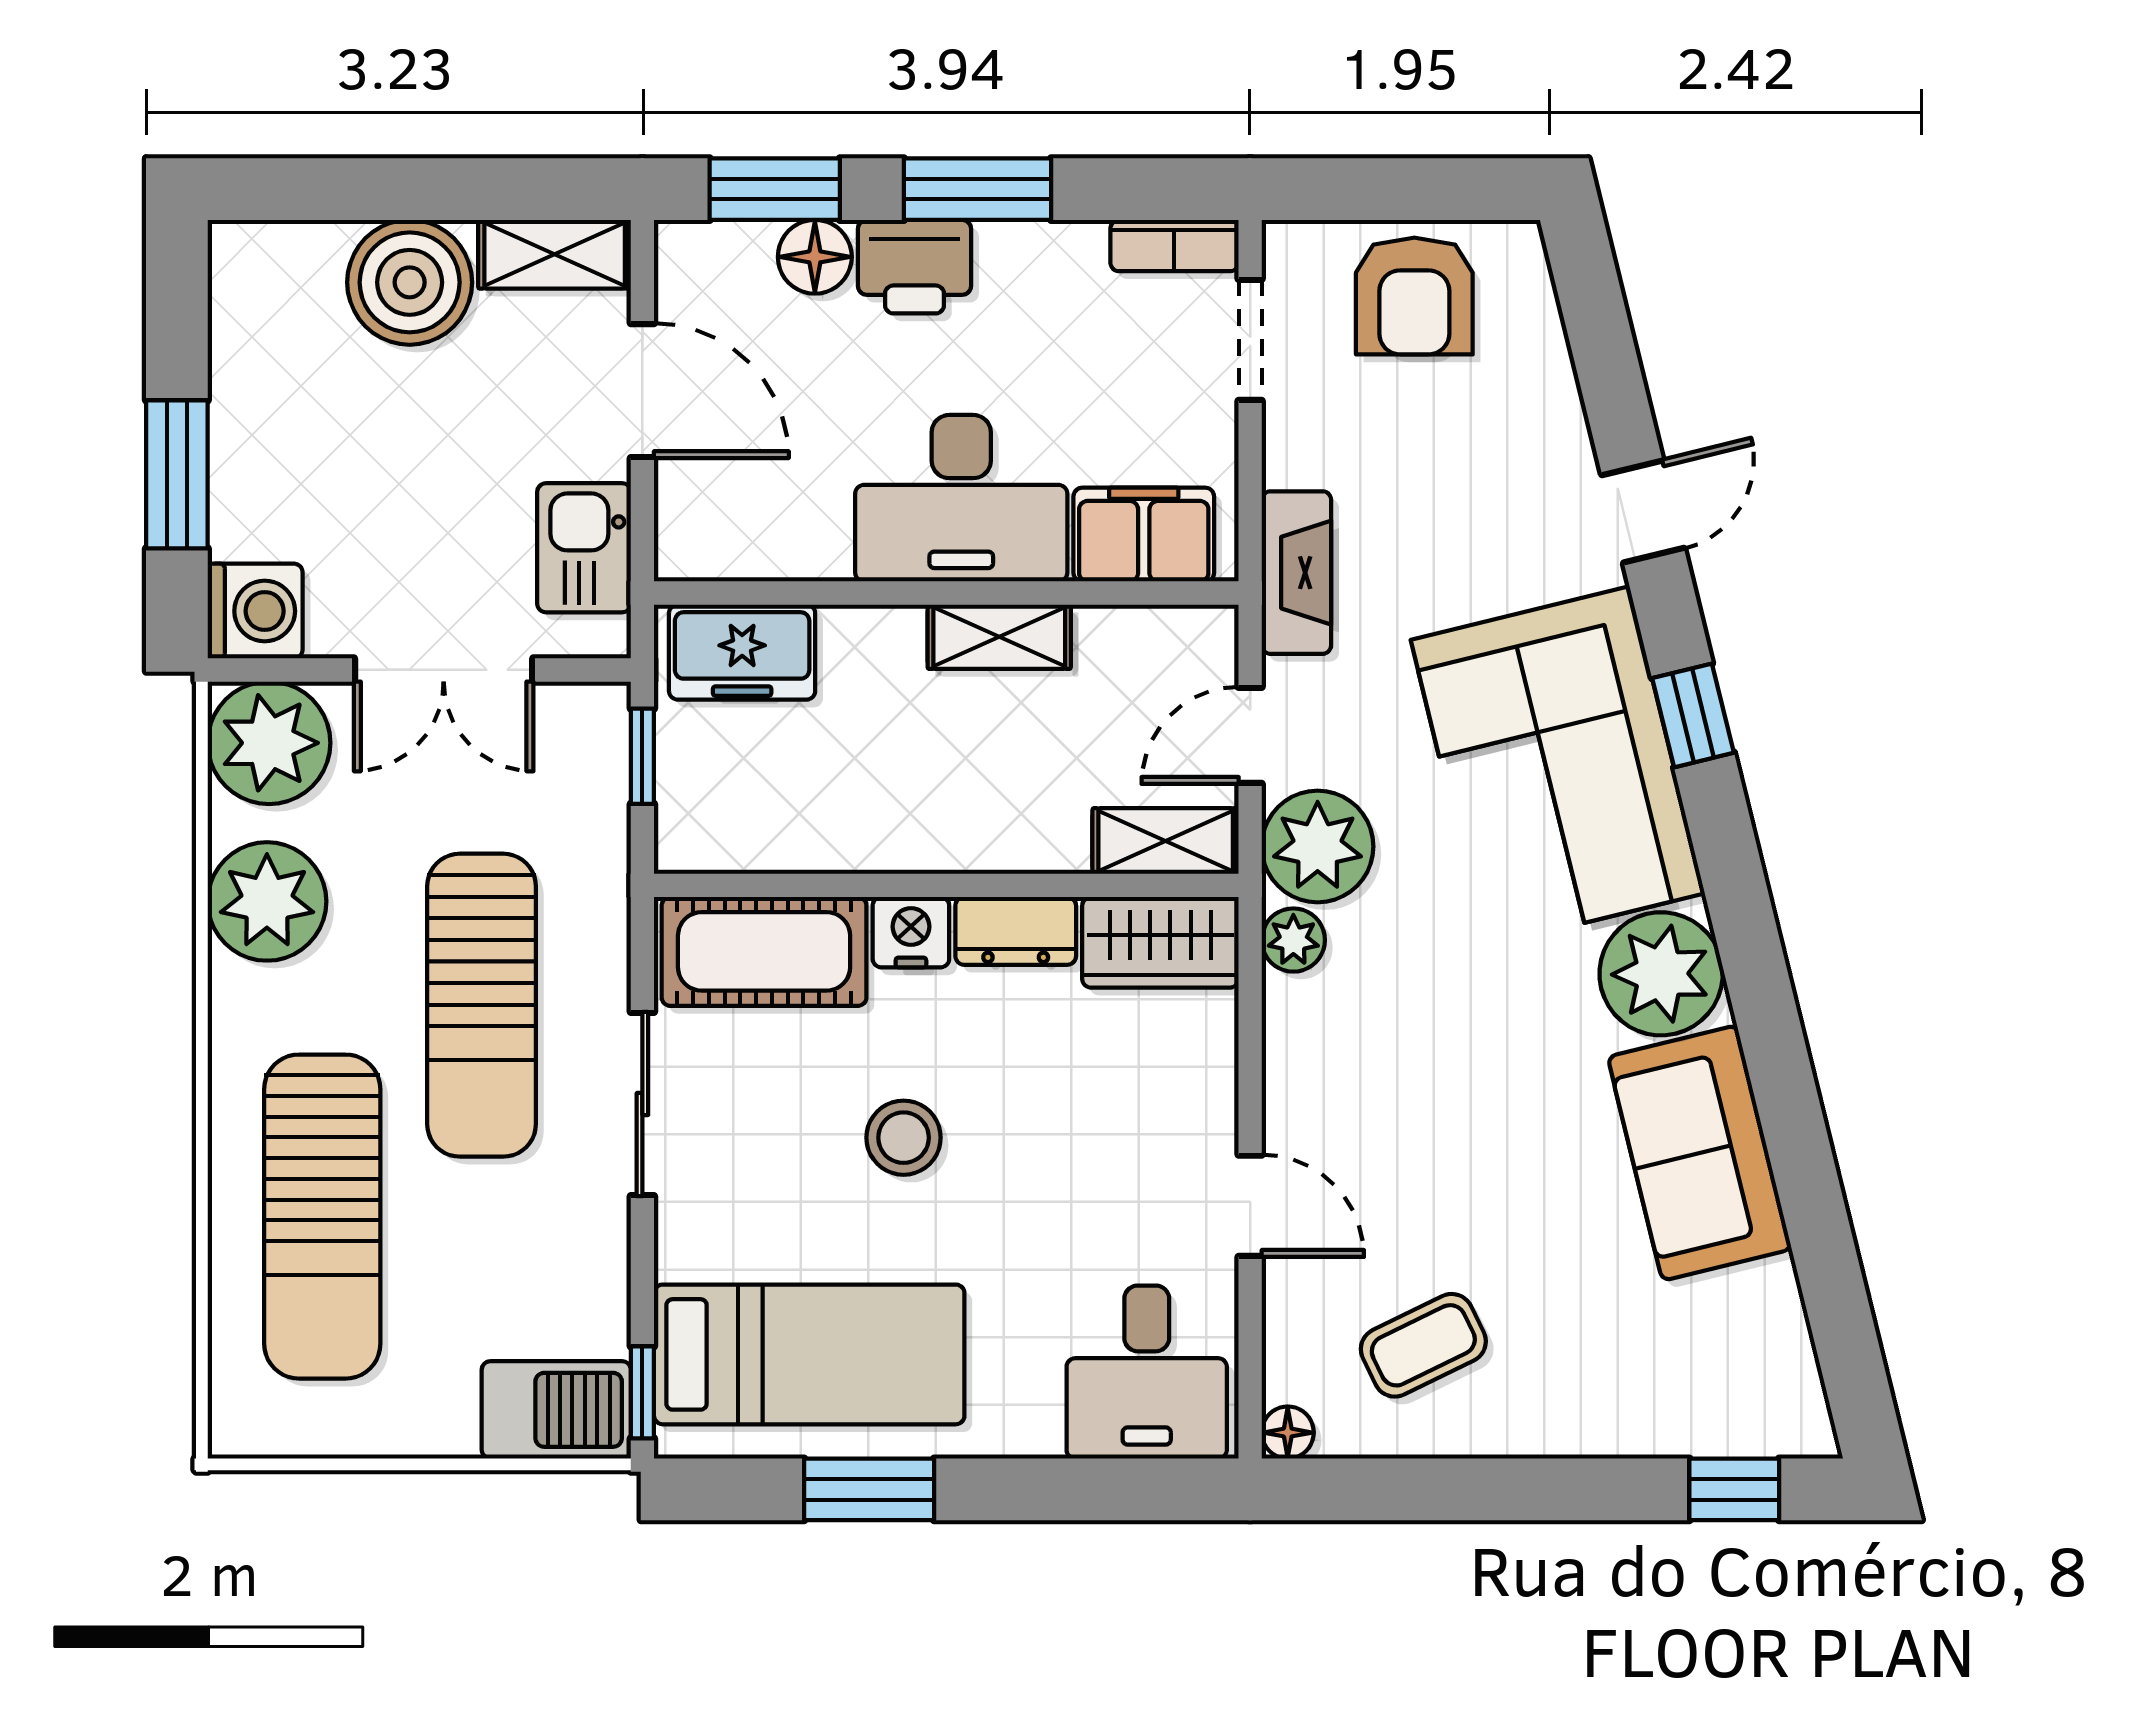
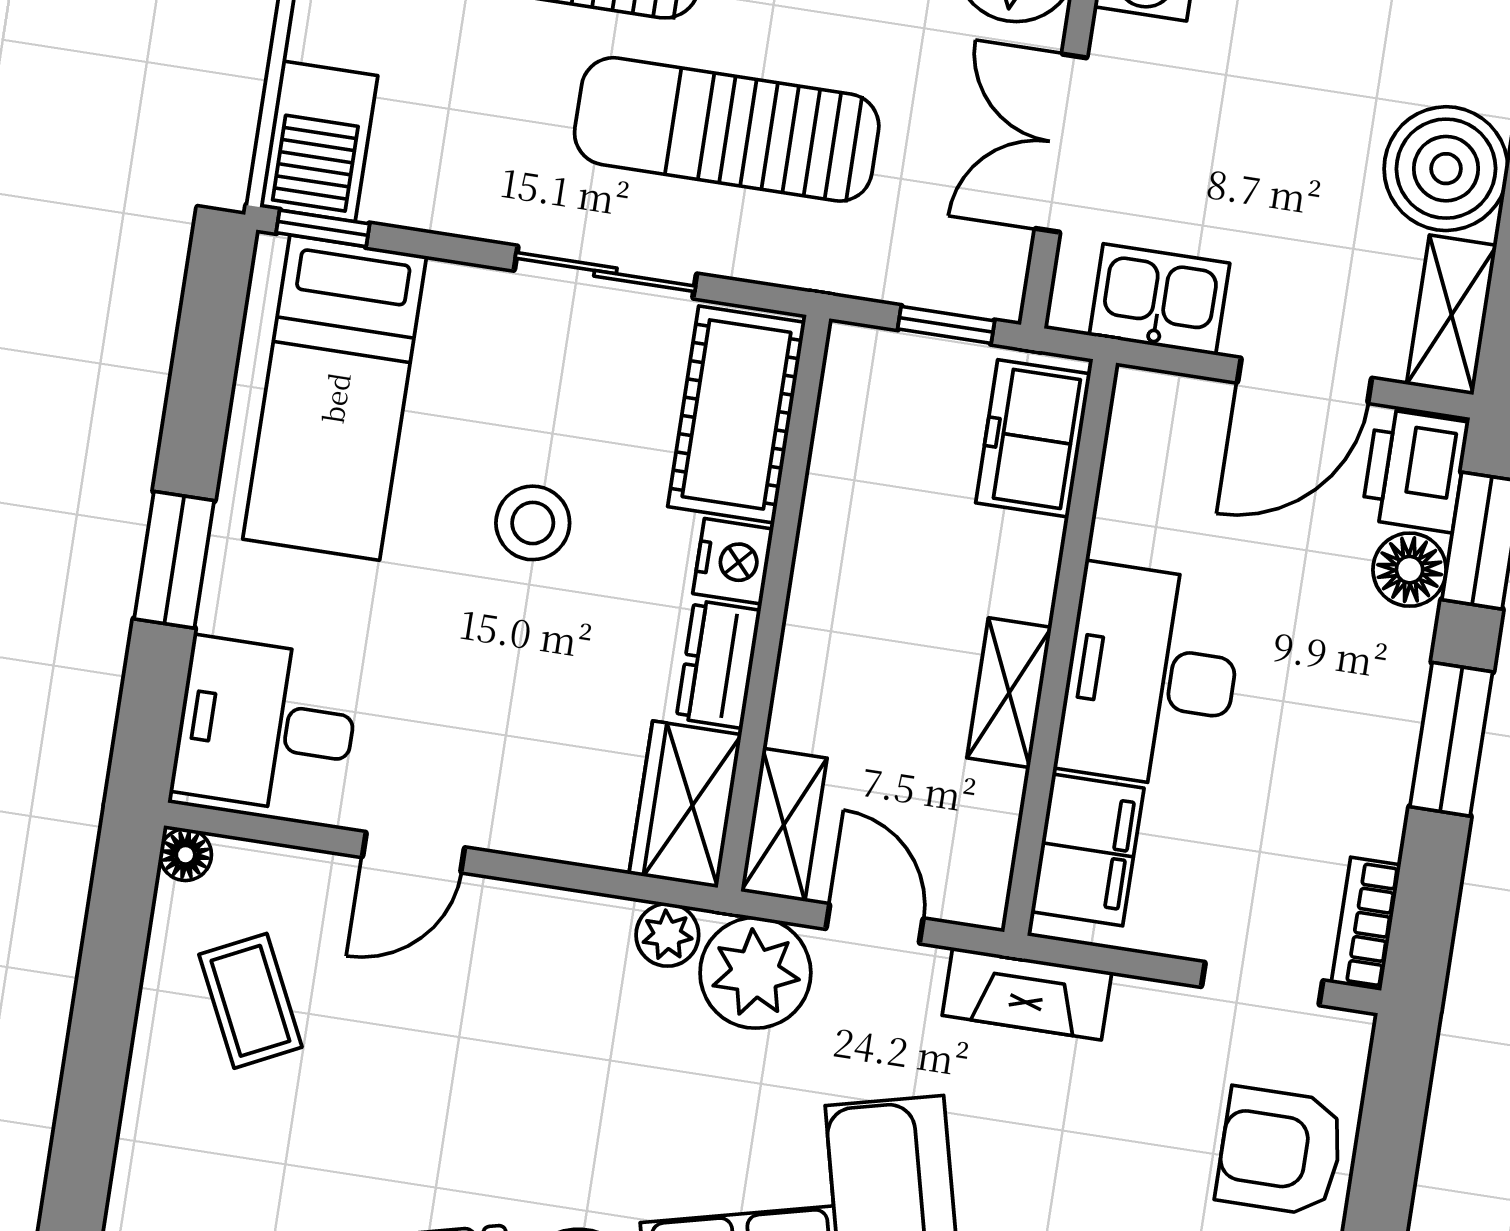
printer: (914, 267) -> (1415, 470), moved
window: (869, 1489) -> (174, 560), moved

